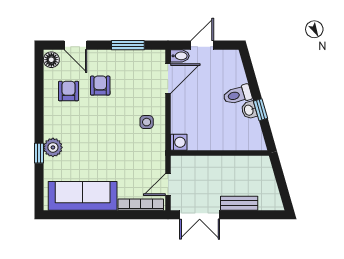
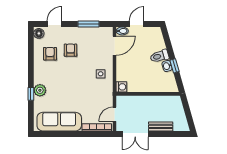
door: (75, 45) -> (55, 24), swing flipped

